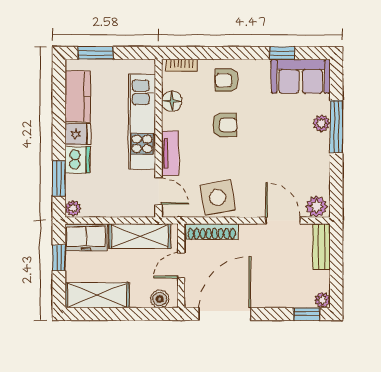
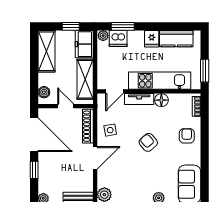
window: (96, 53) -> (205, 71), moved
window: (282, 53) -> (205, 172), removed
floor lamp: (172, 101) -> (161, 100), moved
armchair: (225, 125) -> (148, 142), moved, turned 139
dishwasher: (77, 160) -> (118, 39), moved
side table: (218, 198) -> (110, 130), width x0.54, depth x0.54
door: (283, 221) -> (95, 158), moved
window: (307, 314) -> (34, 170), moved

